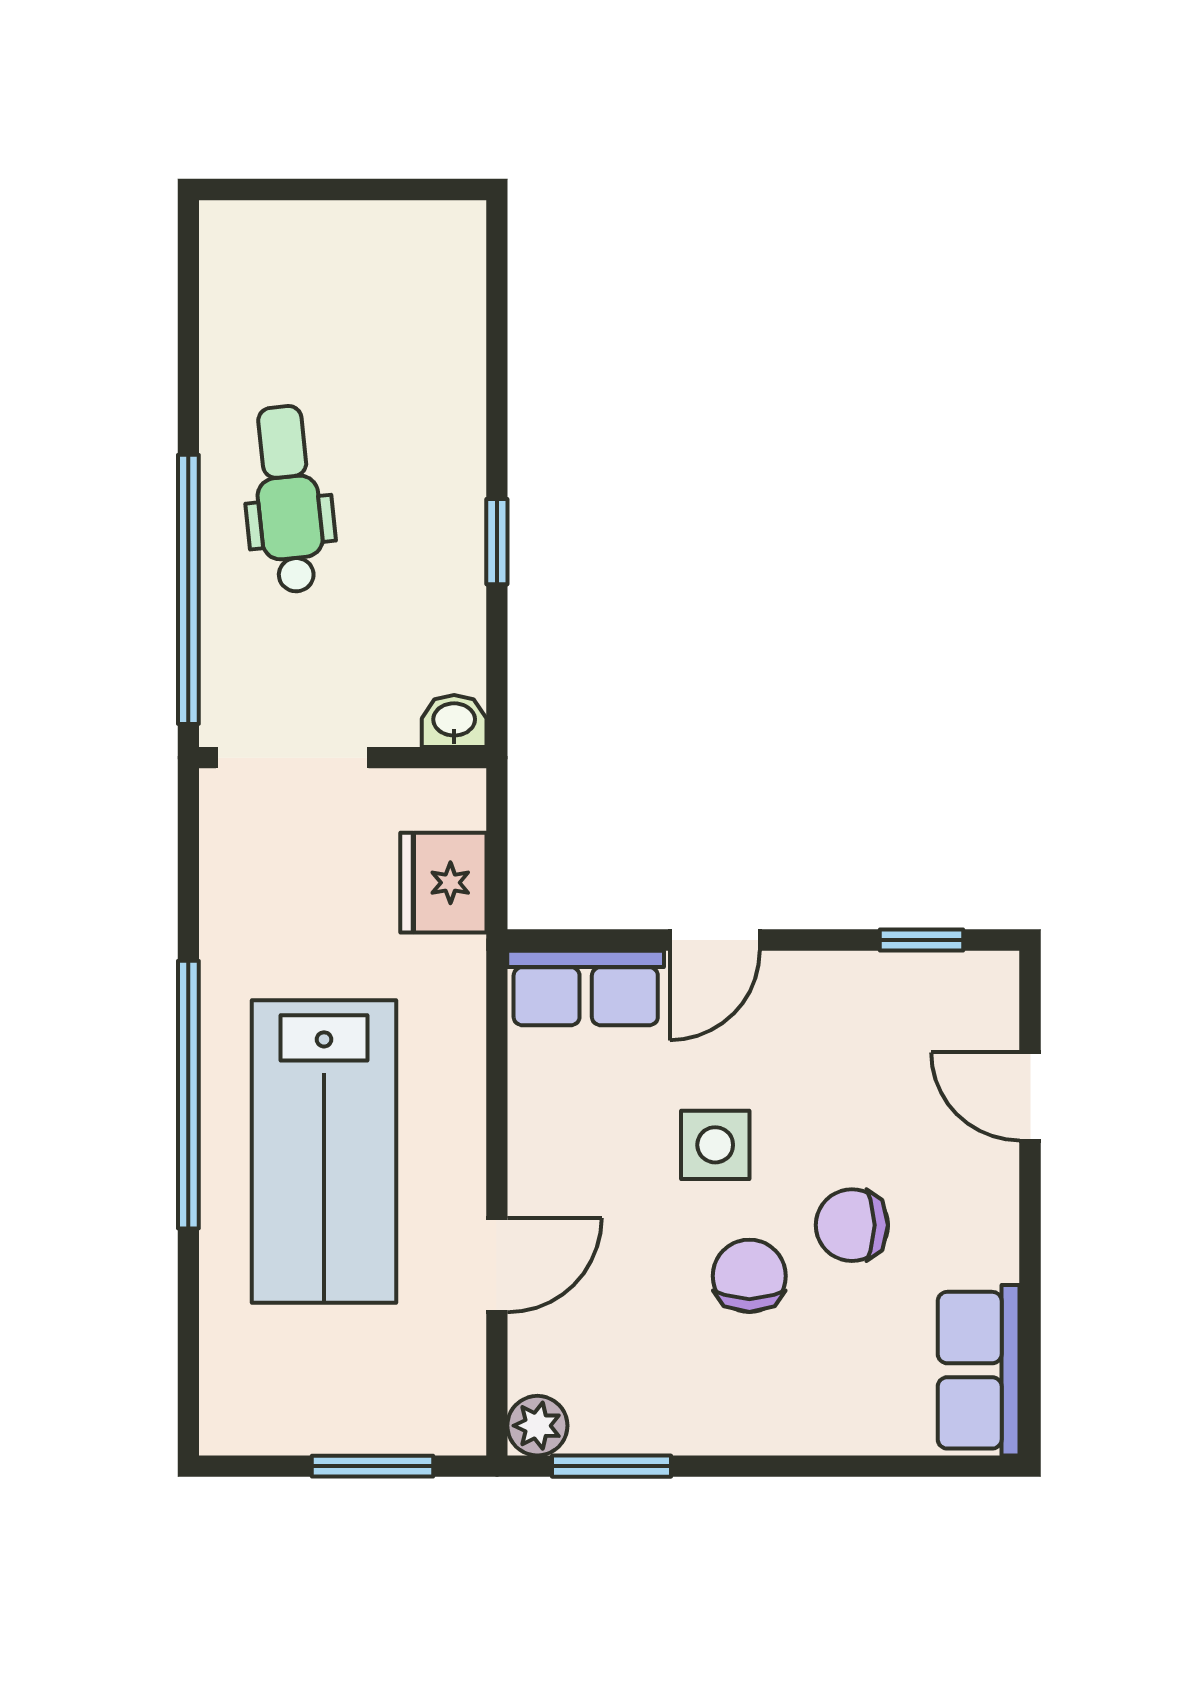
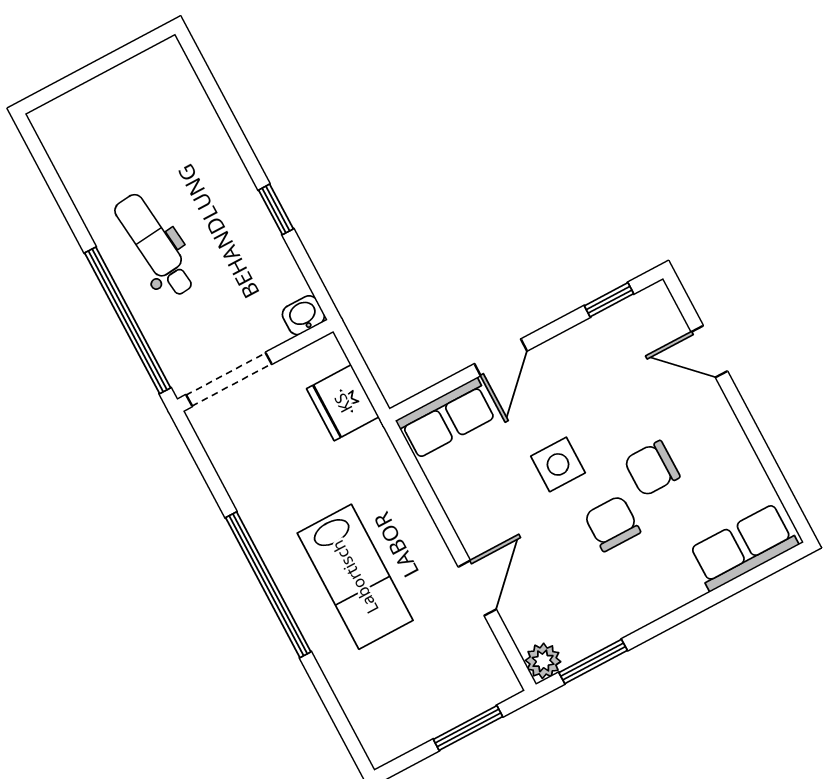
lab bench: (324, 1151) -> (355, 577), width x0.73, depth x0.72
row of seats: (979, 1370) -> (743, 547), moved, turned 90

